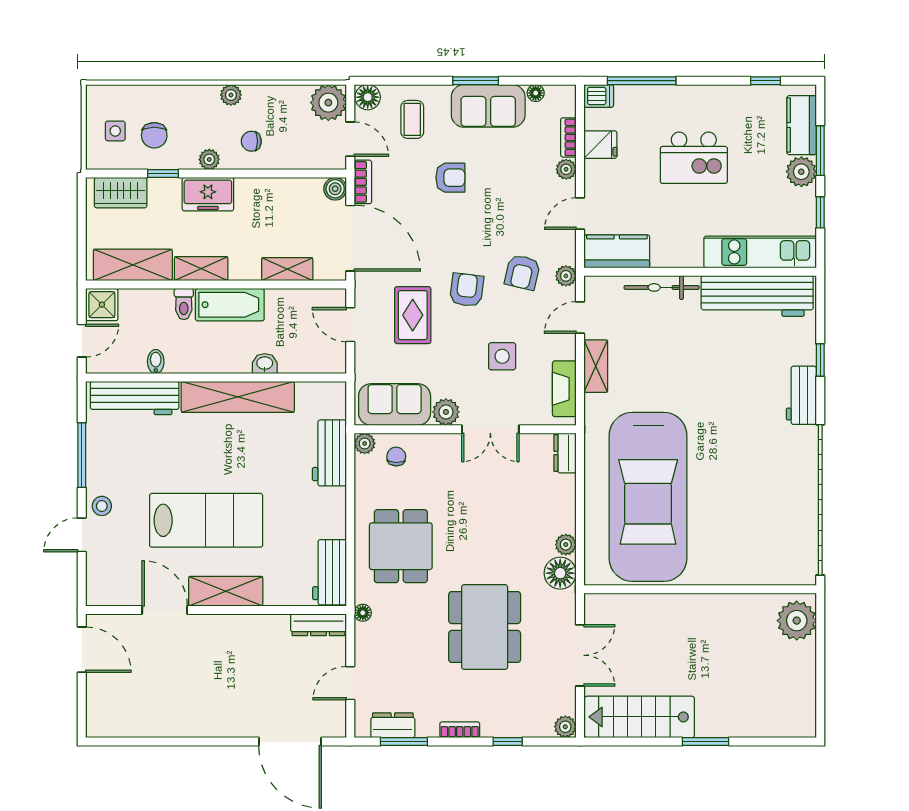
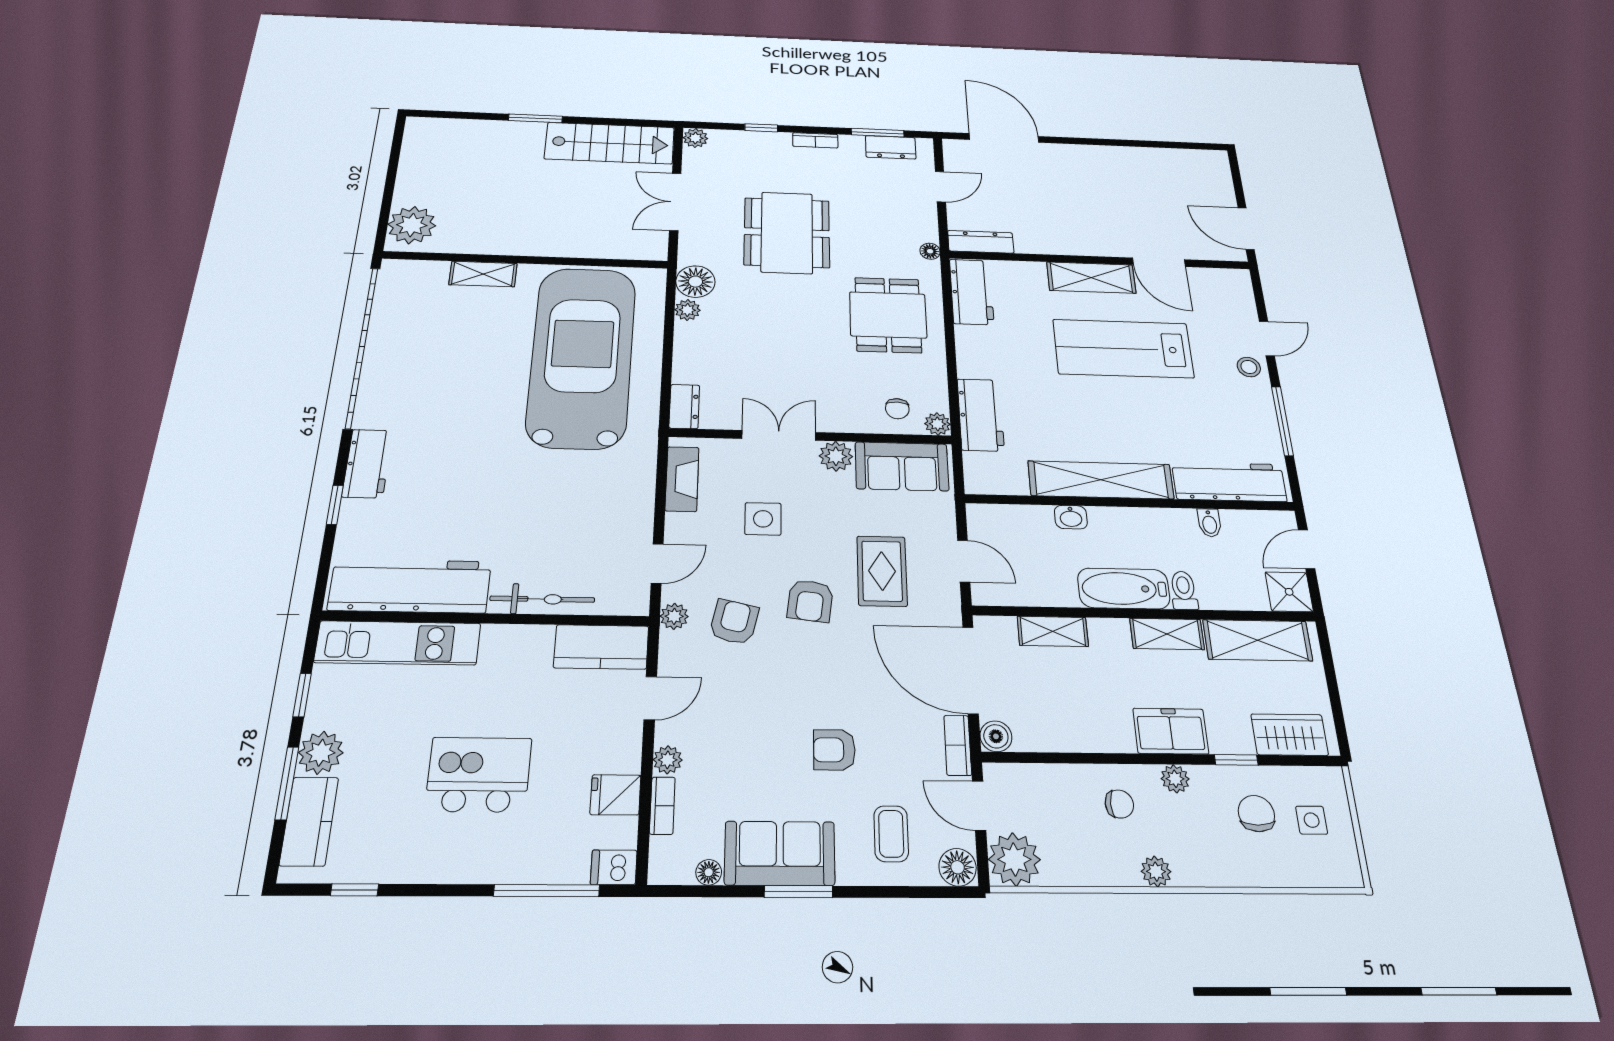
shelving: (596, 366) -> (483, 274), moved, turned 90

